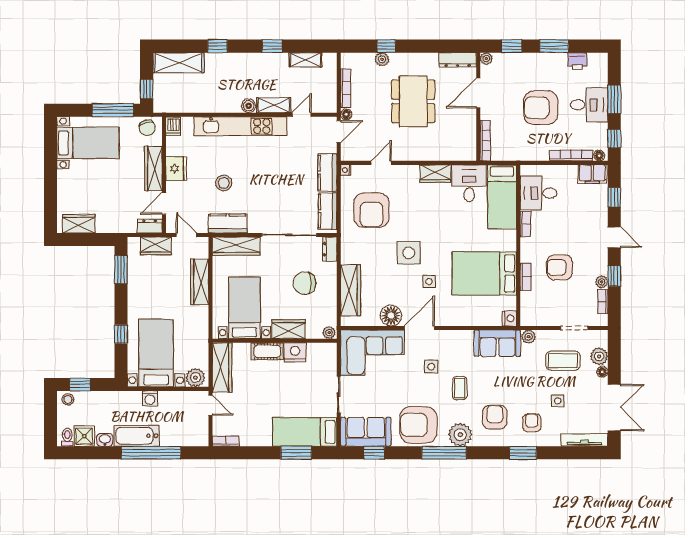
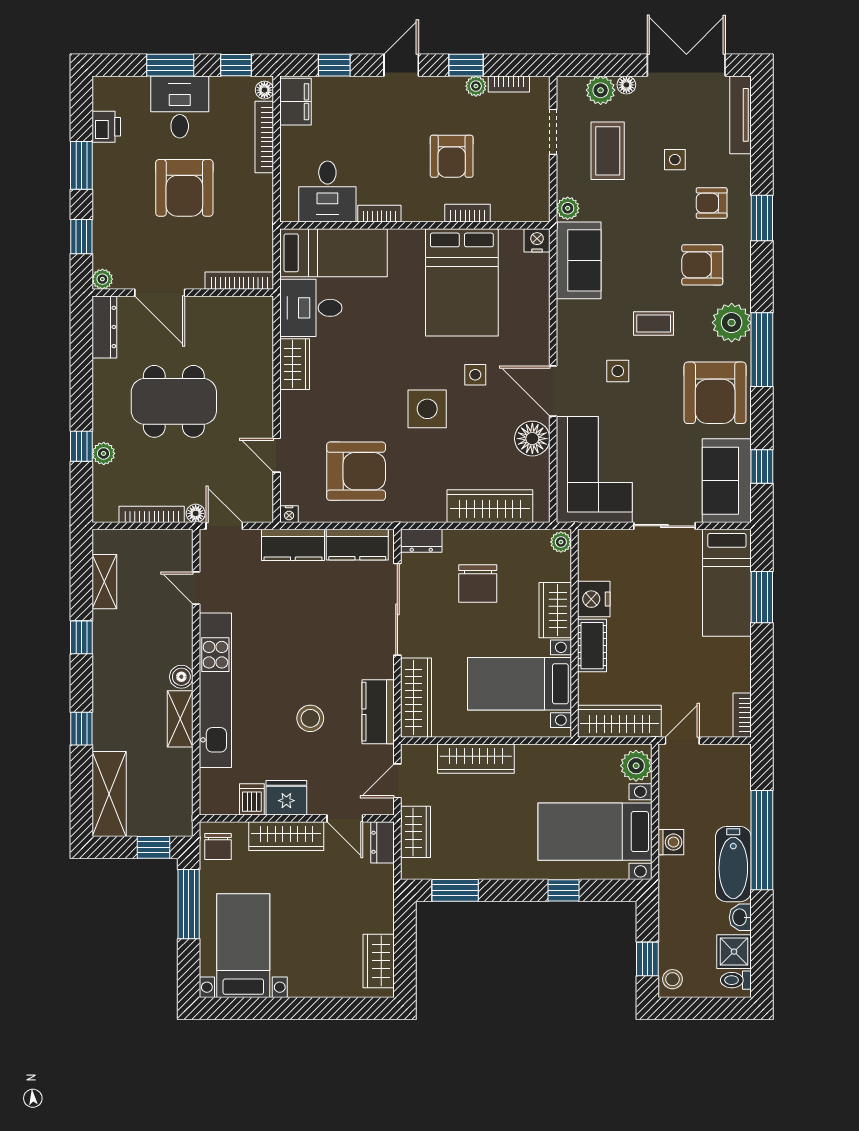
shelving: (274, 105) -> (180, 719), moved
dishwasher: (173, 126) -> (252, 799), moved, turned -90
chair: (147, 128) -> (218, 846), turned 104

